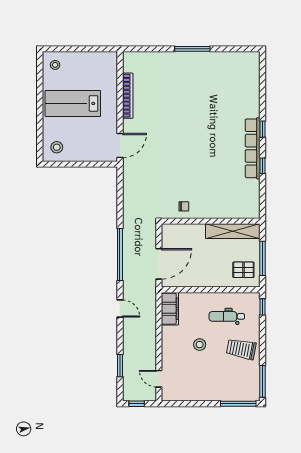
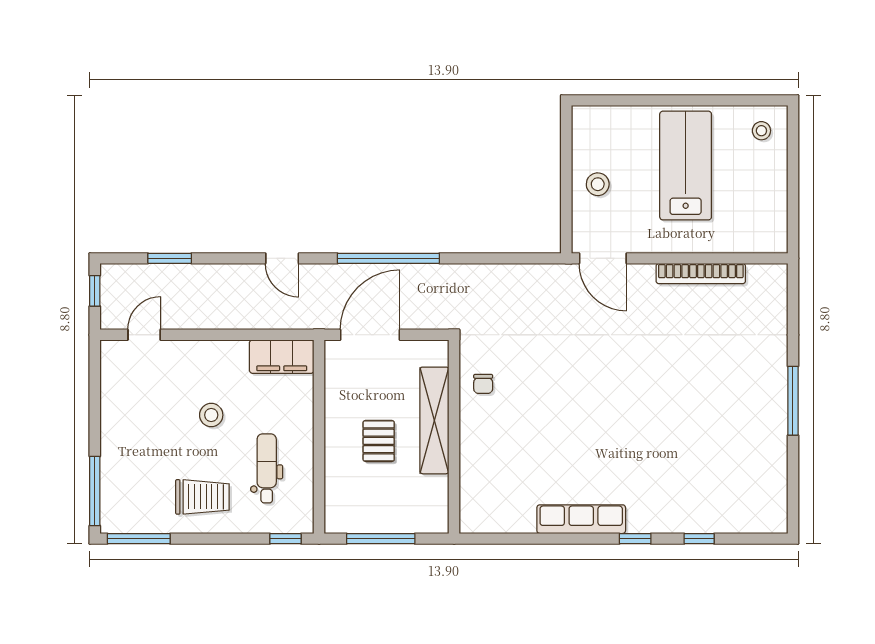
stool: (57, 147) -> (598, 184), moved
row of seats: (253, 148) -> (581, 519), width x0.73
window: (262, 166) -> (699, 539), moved
shelving: (233, 231) -> (434, 420), moved
door: (159, 264) -> (370, 335), swing flipped
pallet: (243, 270) -> (379, 441), moved
door: (120, 309) -> (282, 258), hinge flipped
trolley: (241, 349) -> (202, 497), turned 79

